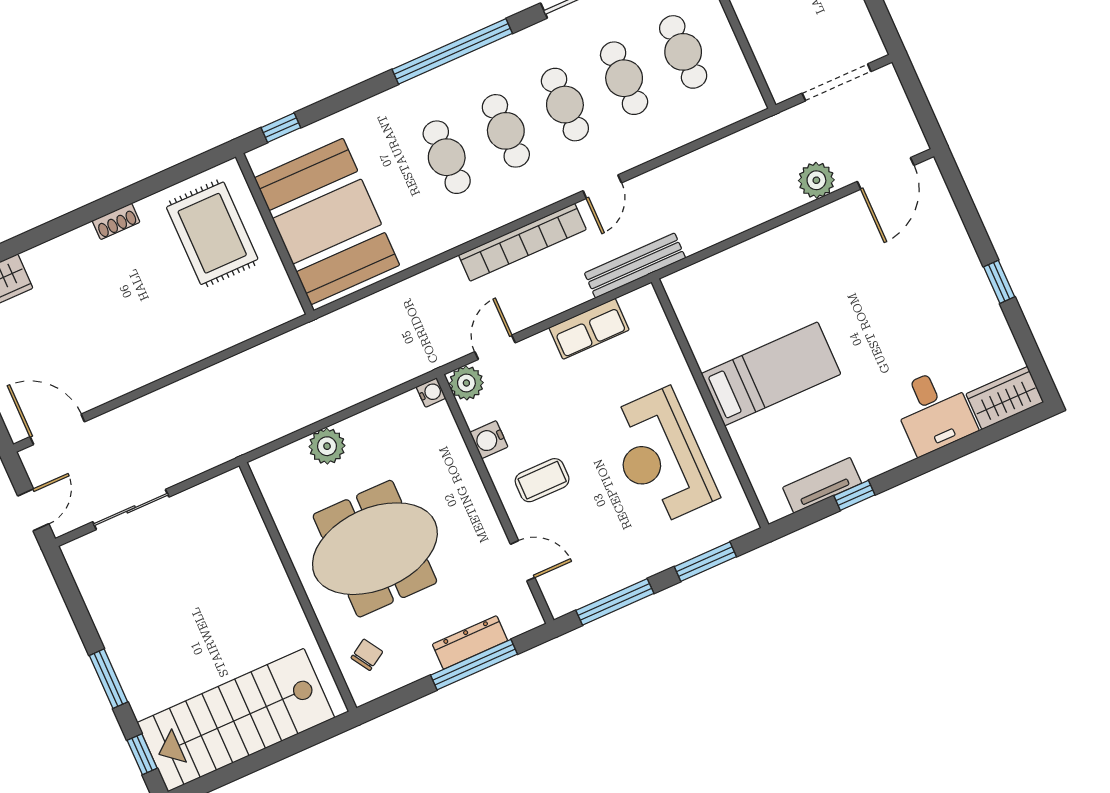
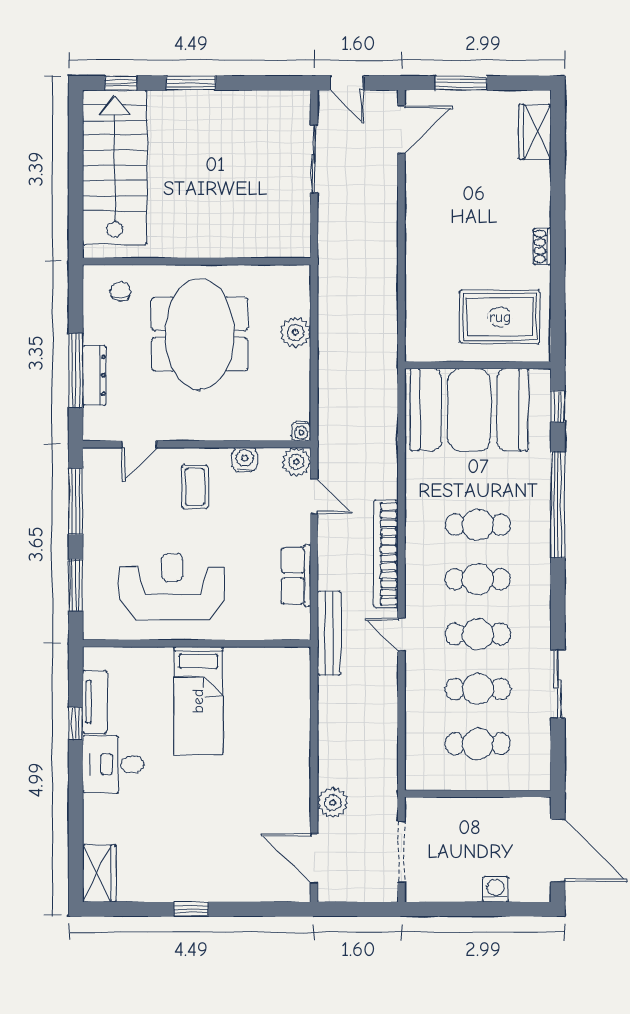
window: (452, 51) -> (558, 505), moved
desk: (934, 411) -> (113, 764), moved
chair: (367, 655) -> (120, 291), turned -148

